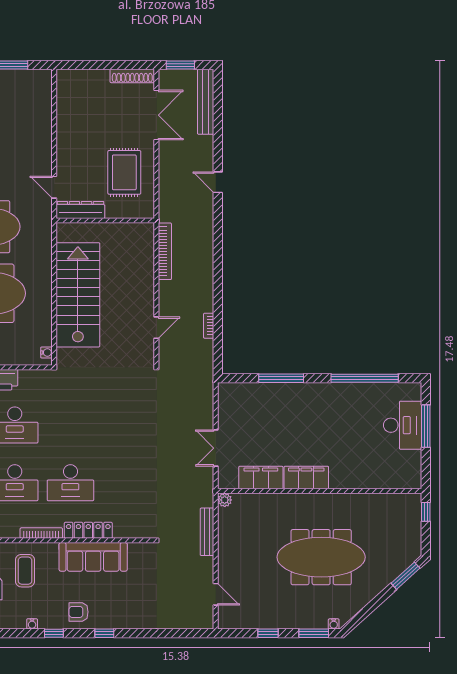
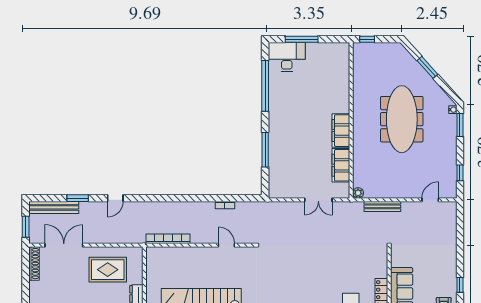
window: (218, 133) -> (78, 198), added
desk: (403, 425) -> (287, 57), moved
window: (406, 576) -> (427, 67), moved
window: (268, 633) -> (460, 173), moved

